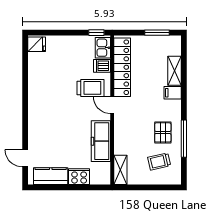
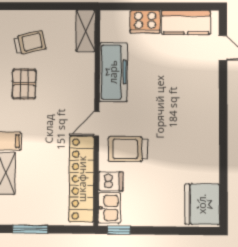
fridge: (37, 44) -> (202, 204), width x1.88, depth x1.34
door: (112, 105) -> (97, 124), swing flipped

